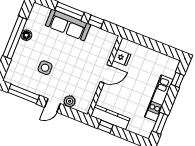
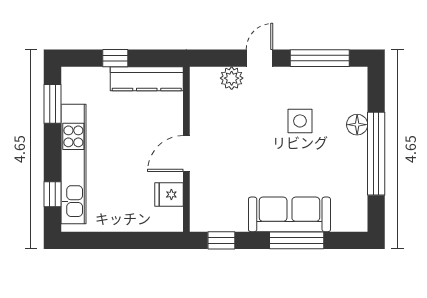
window: (96, 22) -> (221, 240), moved
floor lamp: (26, 35) -> (357, 125), moved
kitchen unit: (159, 98) -> (73, 164), width x1.36
window: (105, 127) -> (115, 58), moved

